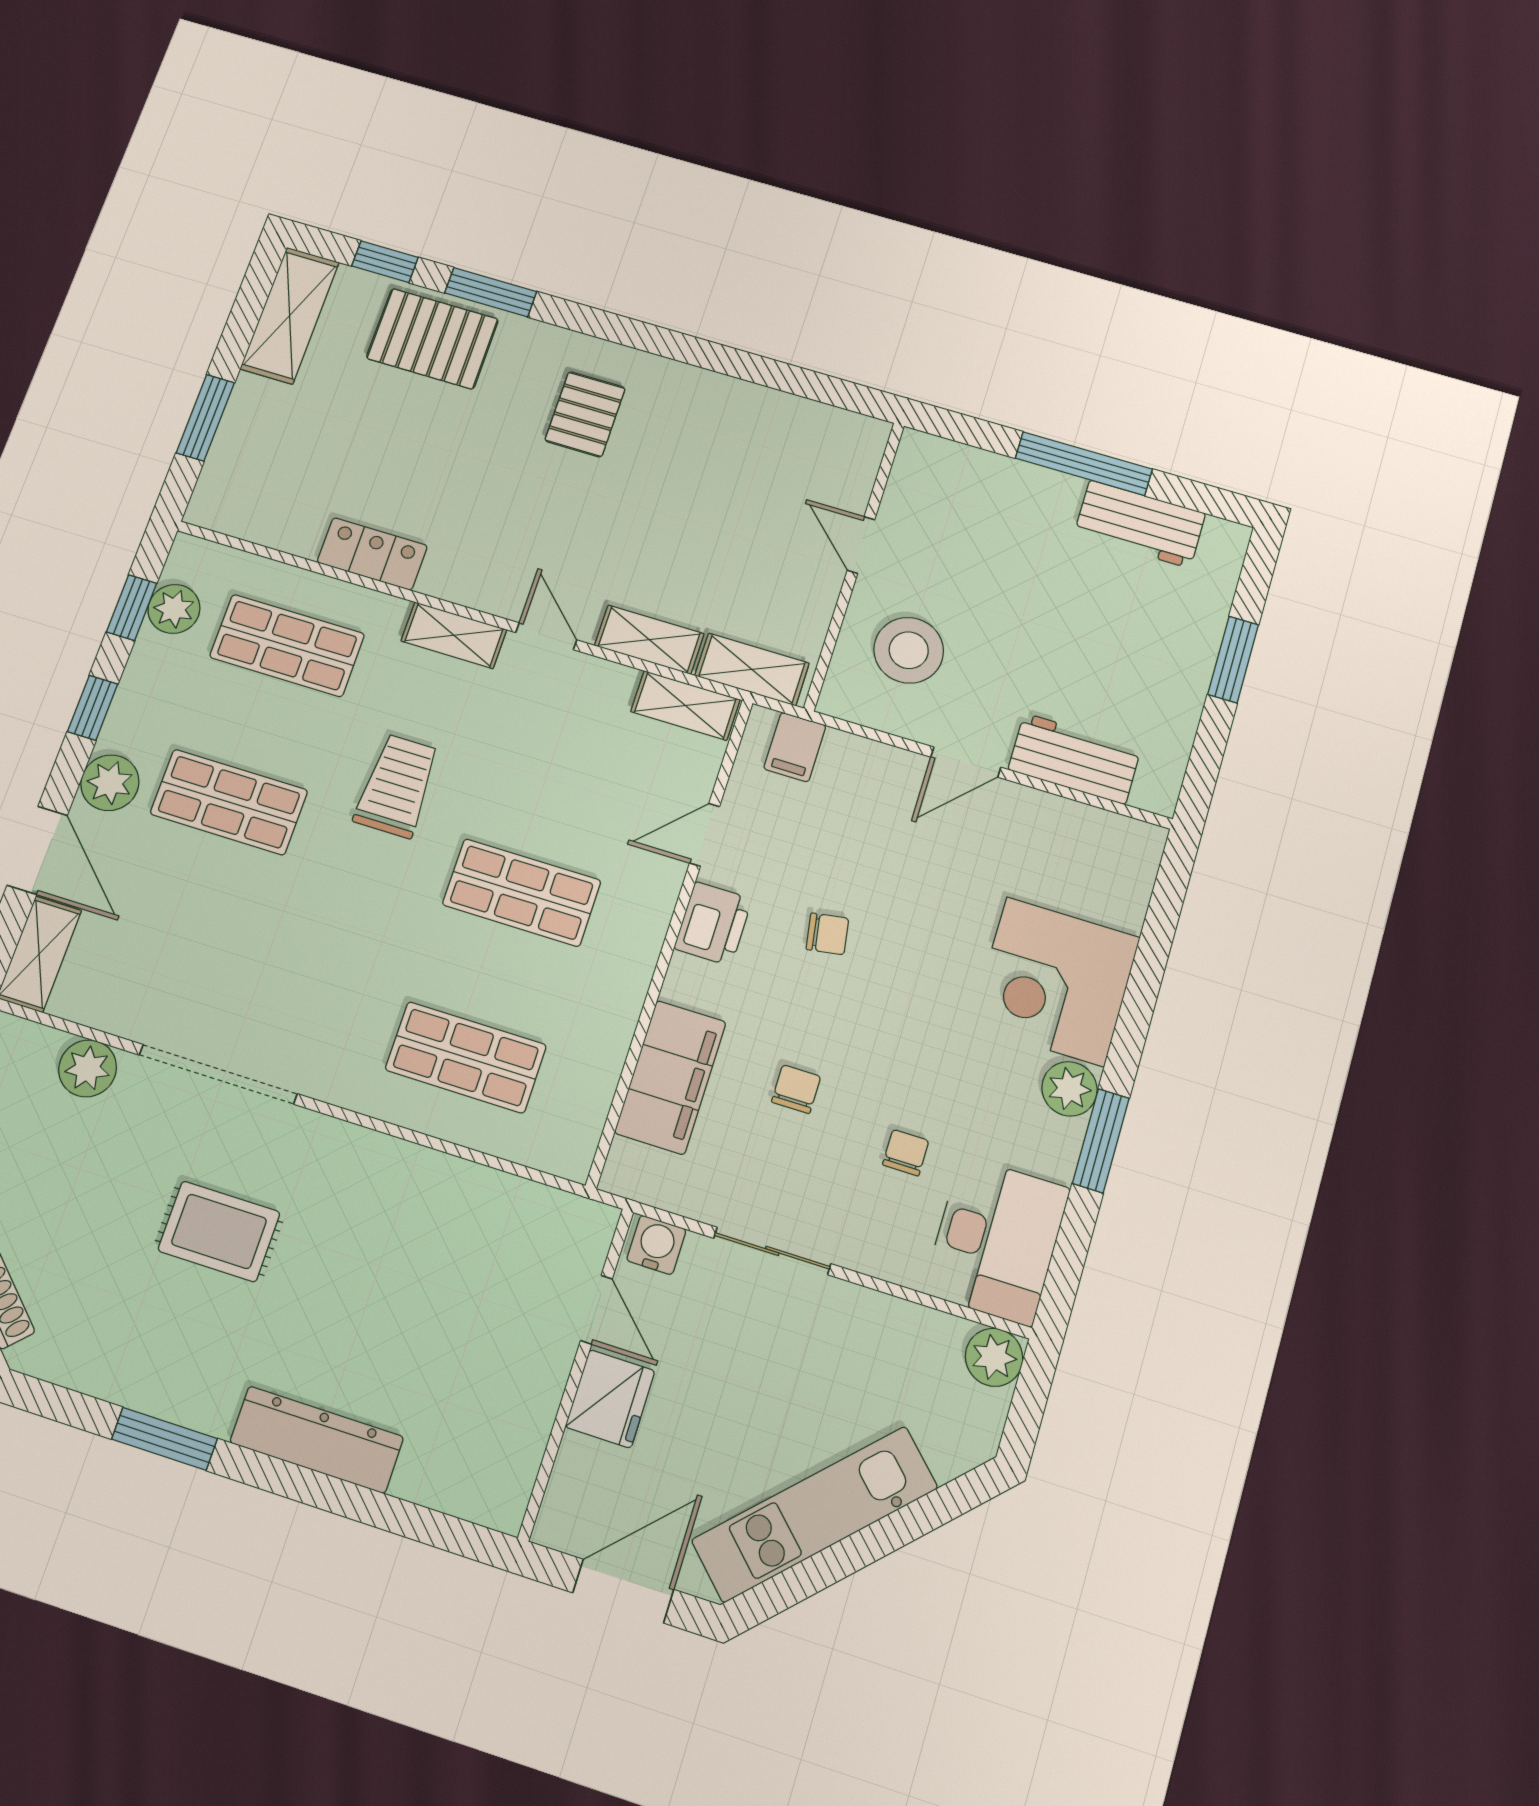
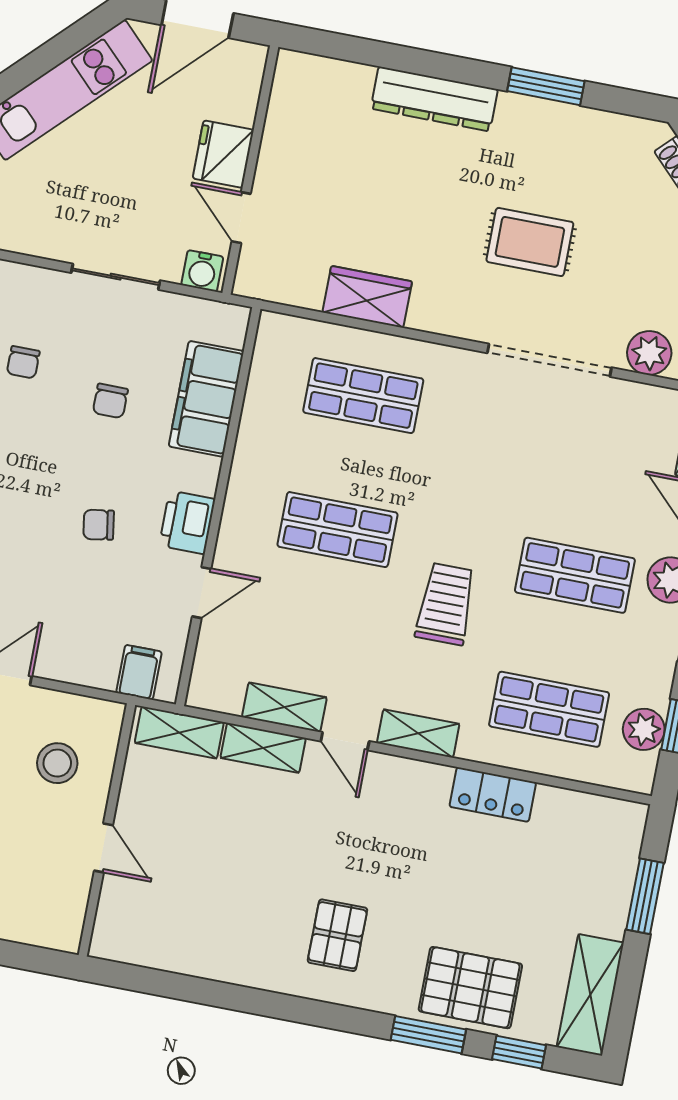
stool: (909, 650) -> (57, 763), width x0.73, depth x0.73
shelving: (685, 706) -> (284, 707), moved
trolley: (397, 786) -> (446, 604), turned 180
wardrobe: (443, 1185) -> (367, 297), added

